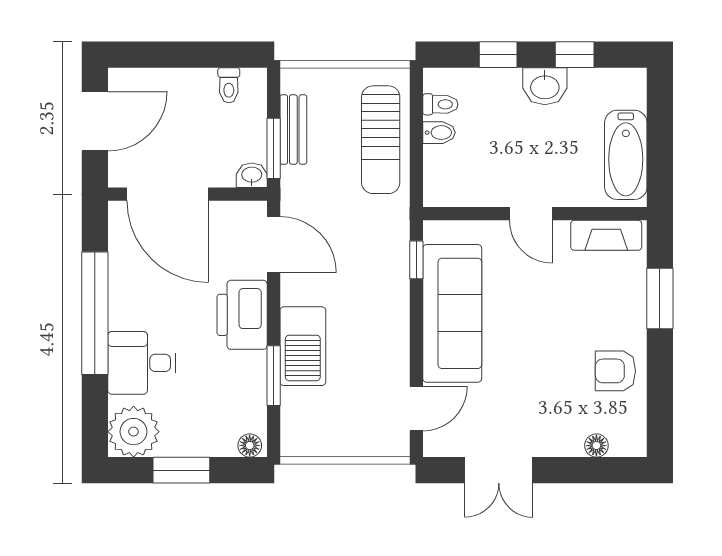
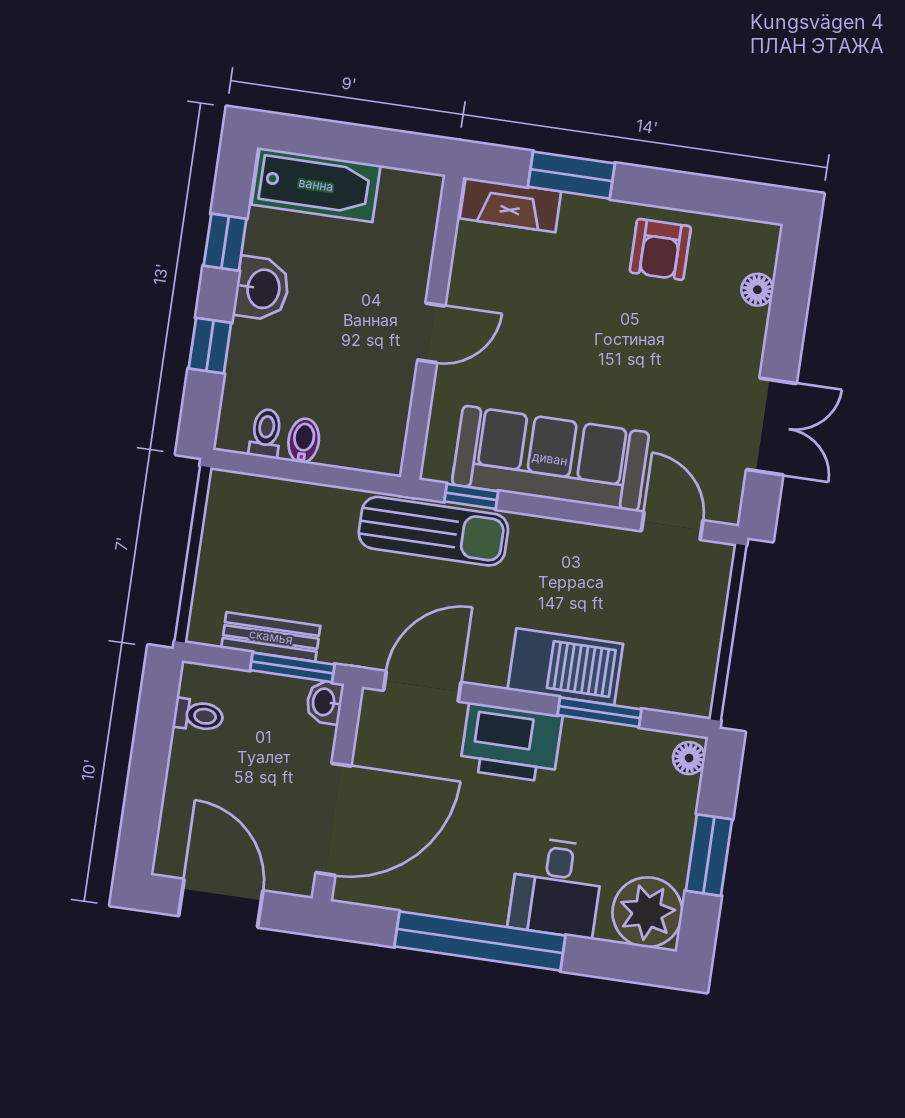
sun lounger: (381, 140) -> (433, 531), moved
bathtub: (626, 155) -> (316, 185), moved
fireplace: (606, 235) -> (510, 205), moved, turned 90

